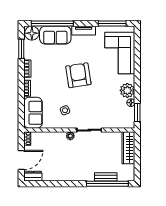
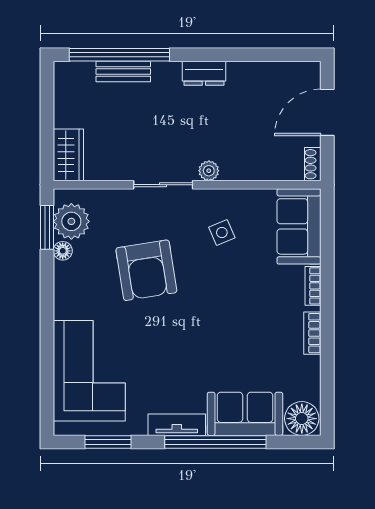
window: (52, 24) -> (215, 442), moved
window: (112, 24) -> (108, 442), width x0.69
window: (21, 49) -> (327, 381), removed
armchair: (78, 75) -> (146, 270), moved
plant: (127, 90) -> (71, 221), moved
wardrobe: (128, 148) -> (68, 155), width x0.67
dresser: (33, 176) -> (204, 73), moved

